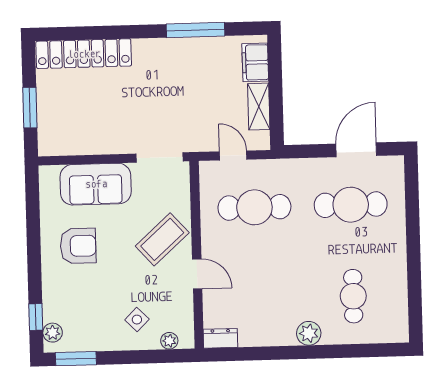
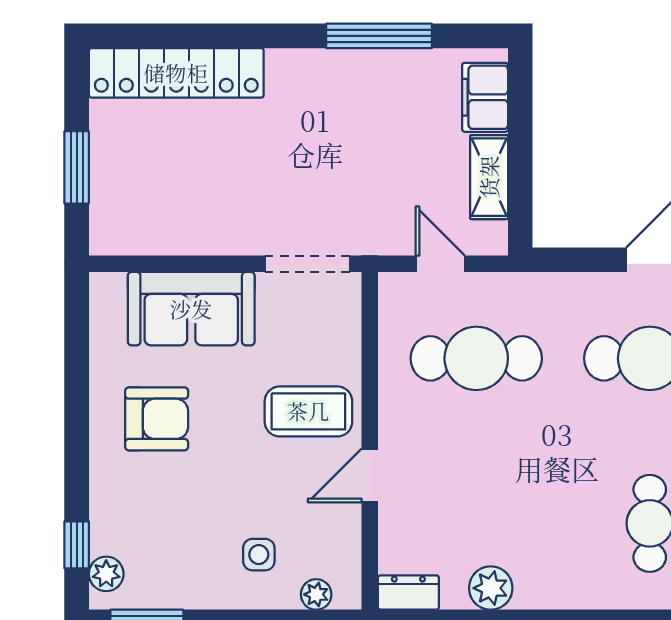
coffee table: (162, 239) -> (308, 411), turned 42
door: (197, 274) -> (370, 475), swing flipped
side table: (137, 320) -> (259, 555), turned 45
plant: (309, 333) -> (491, 588), moved

